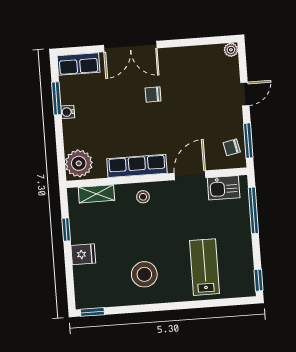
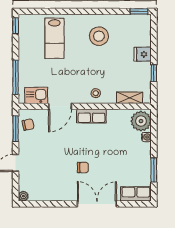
water cooler: (68, 112) -> (146, 137), moved
row of seats: (137, 166) -> (91, 116), width x0.68

